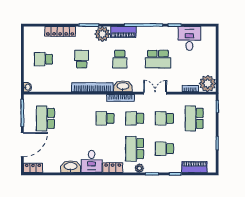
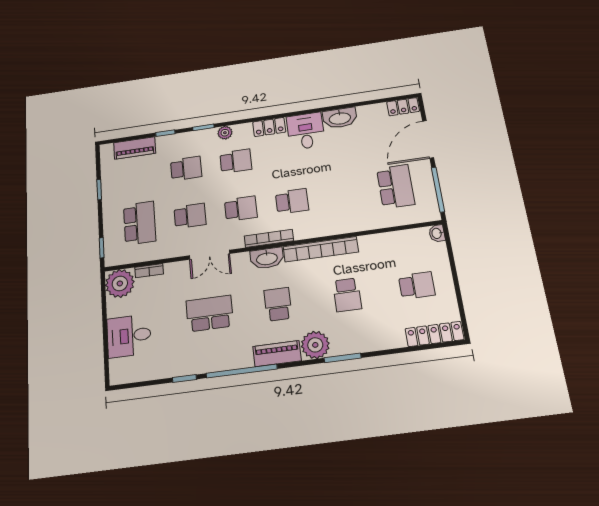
locker: (60, 31) -> (434, 334), moved
desk: (189, 38) -> (129, 336), moved, turned 90
school desk: (135, 149) -> (236, 161), width x0.54

